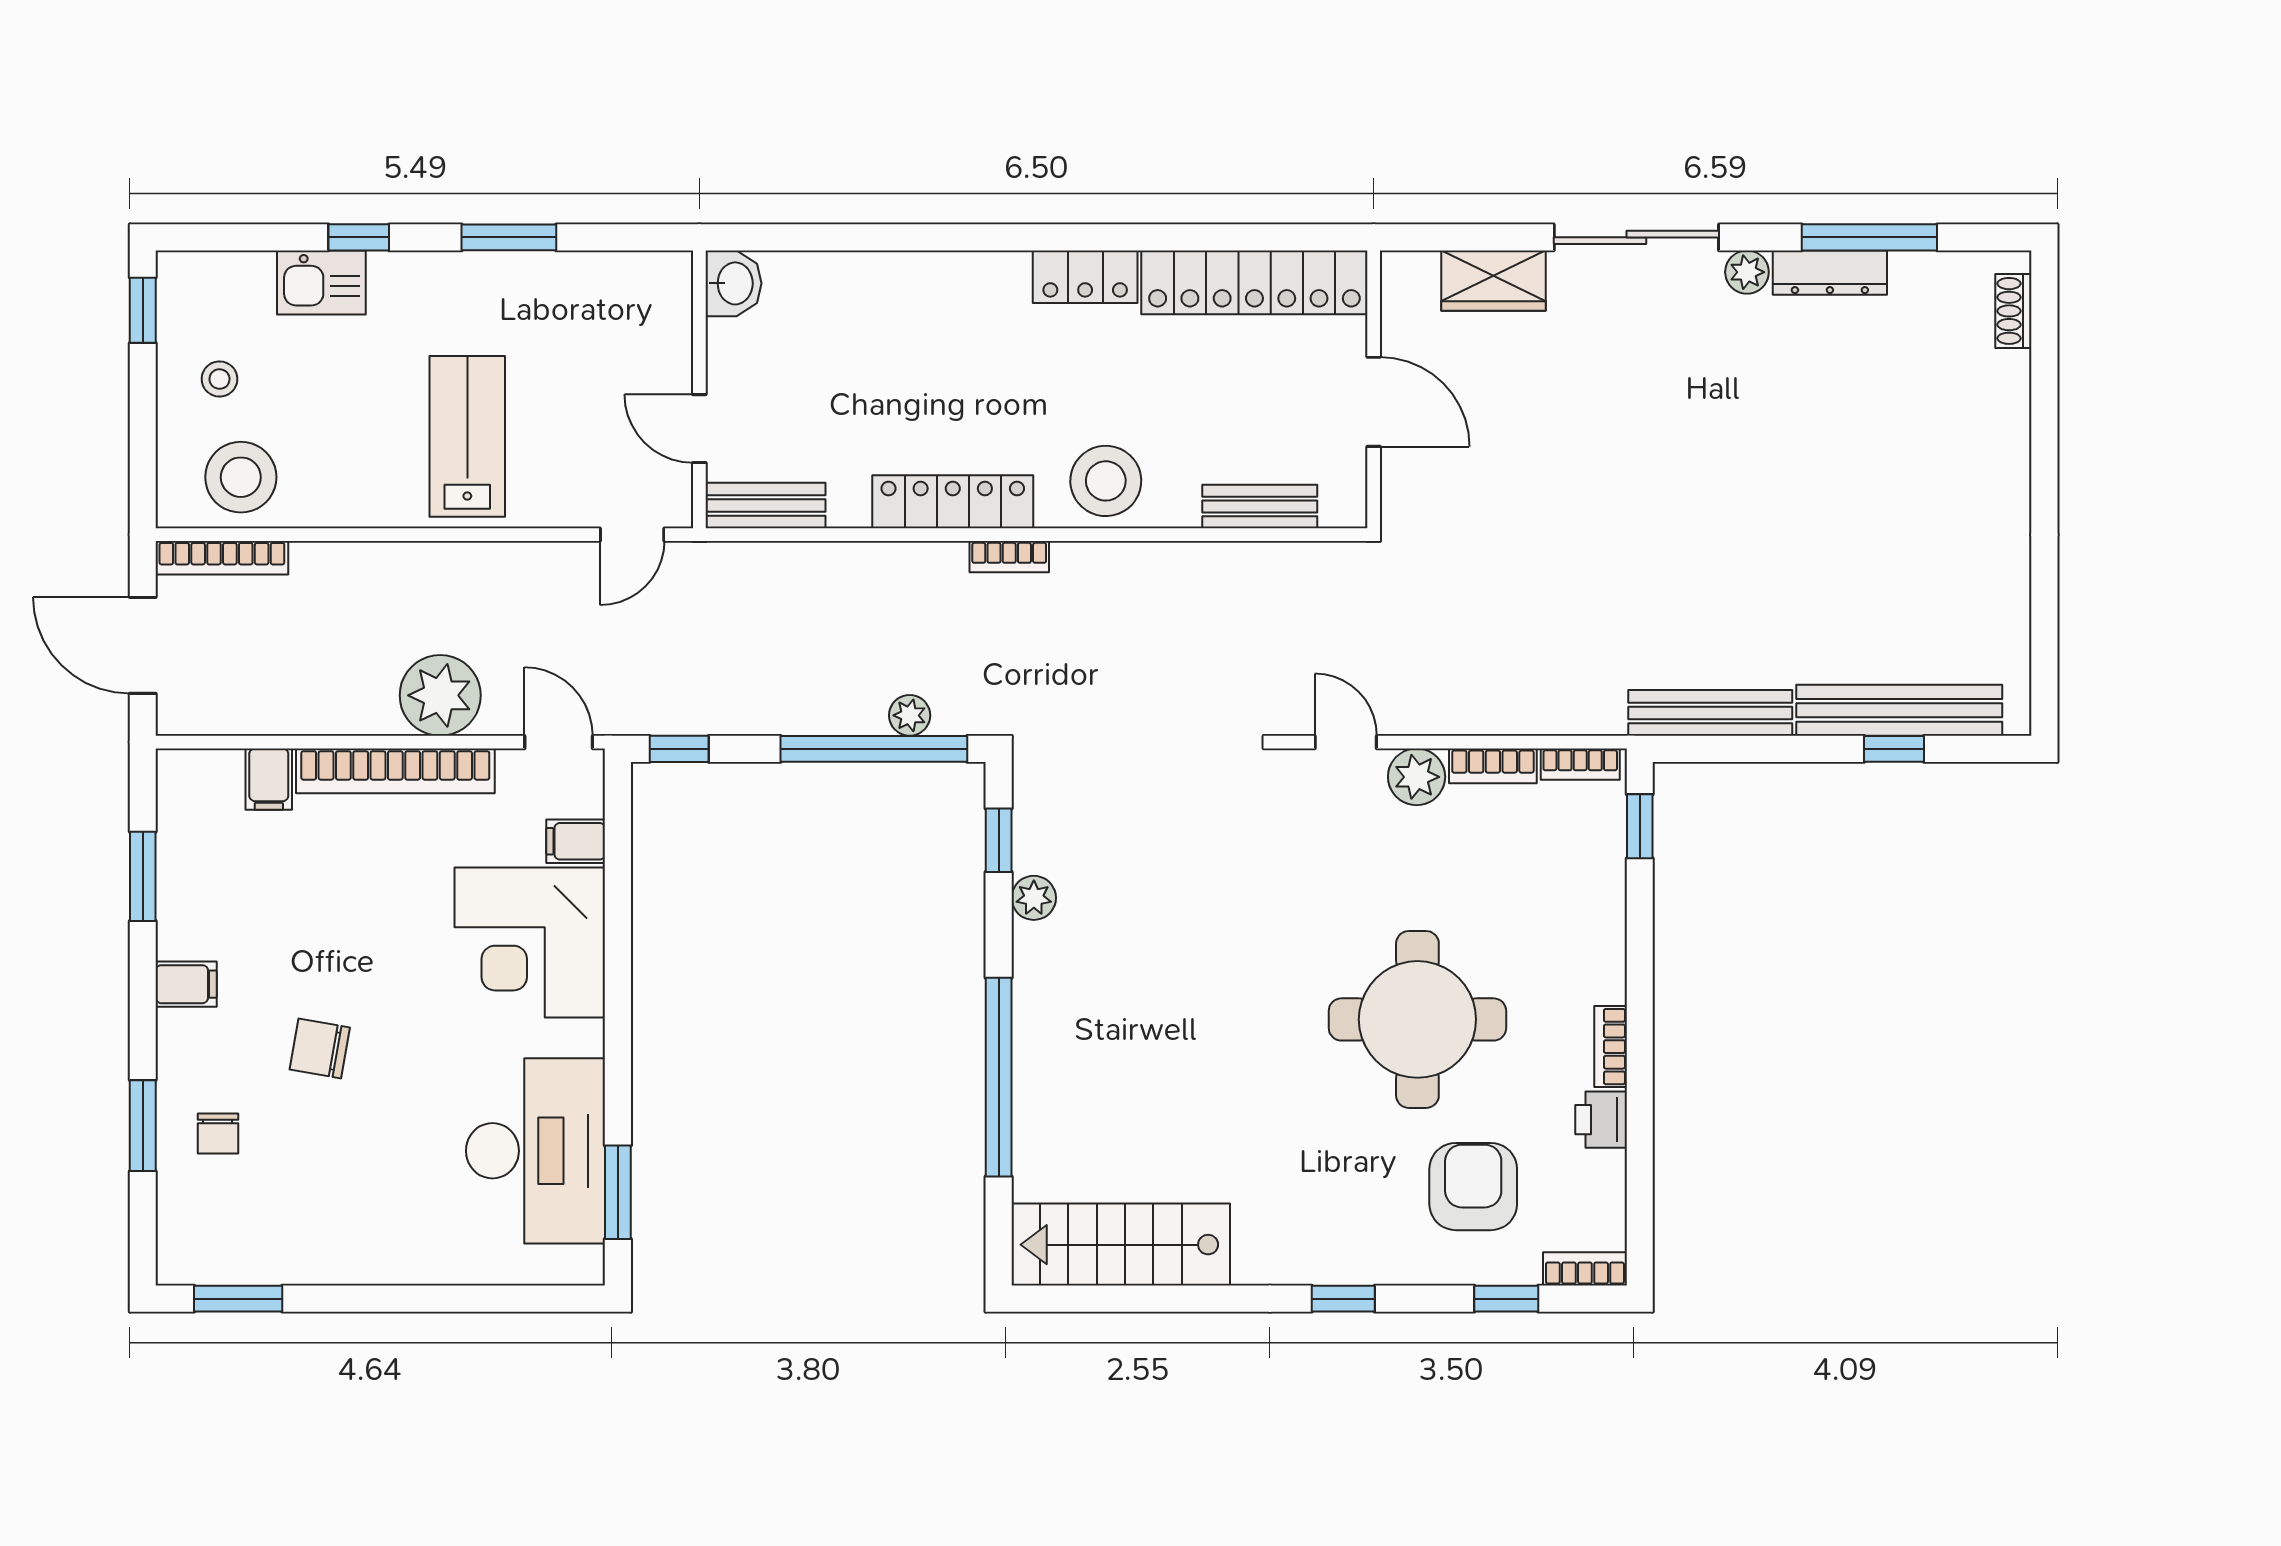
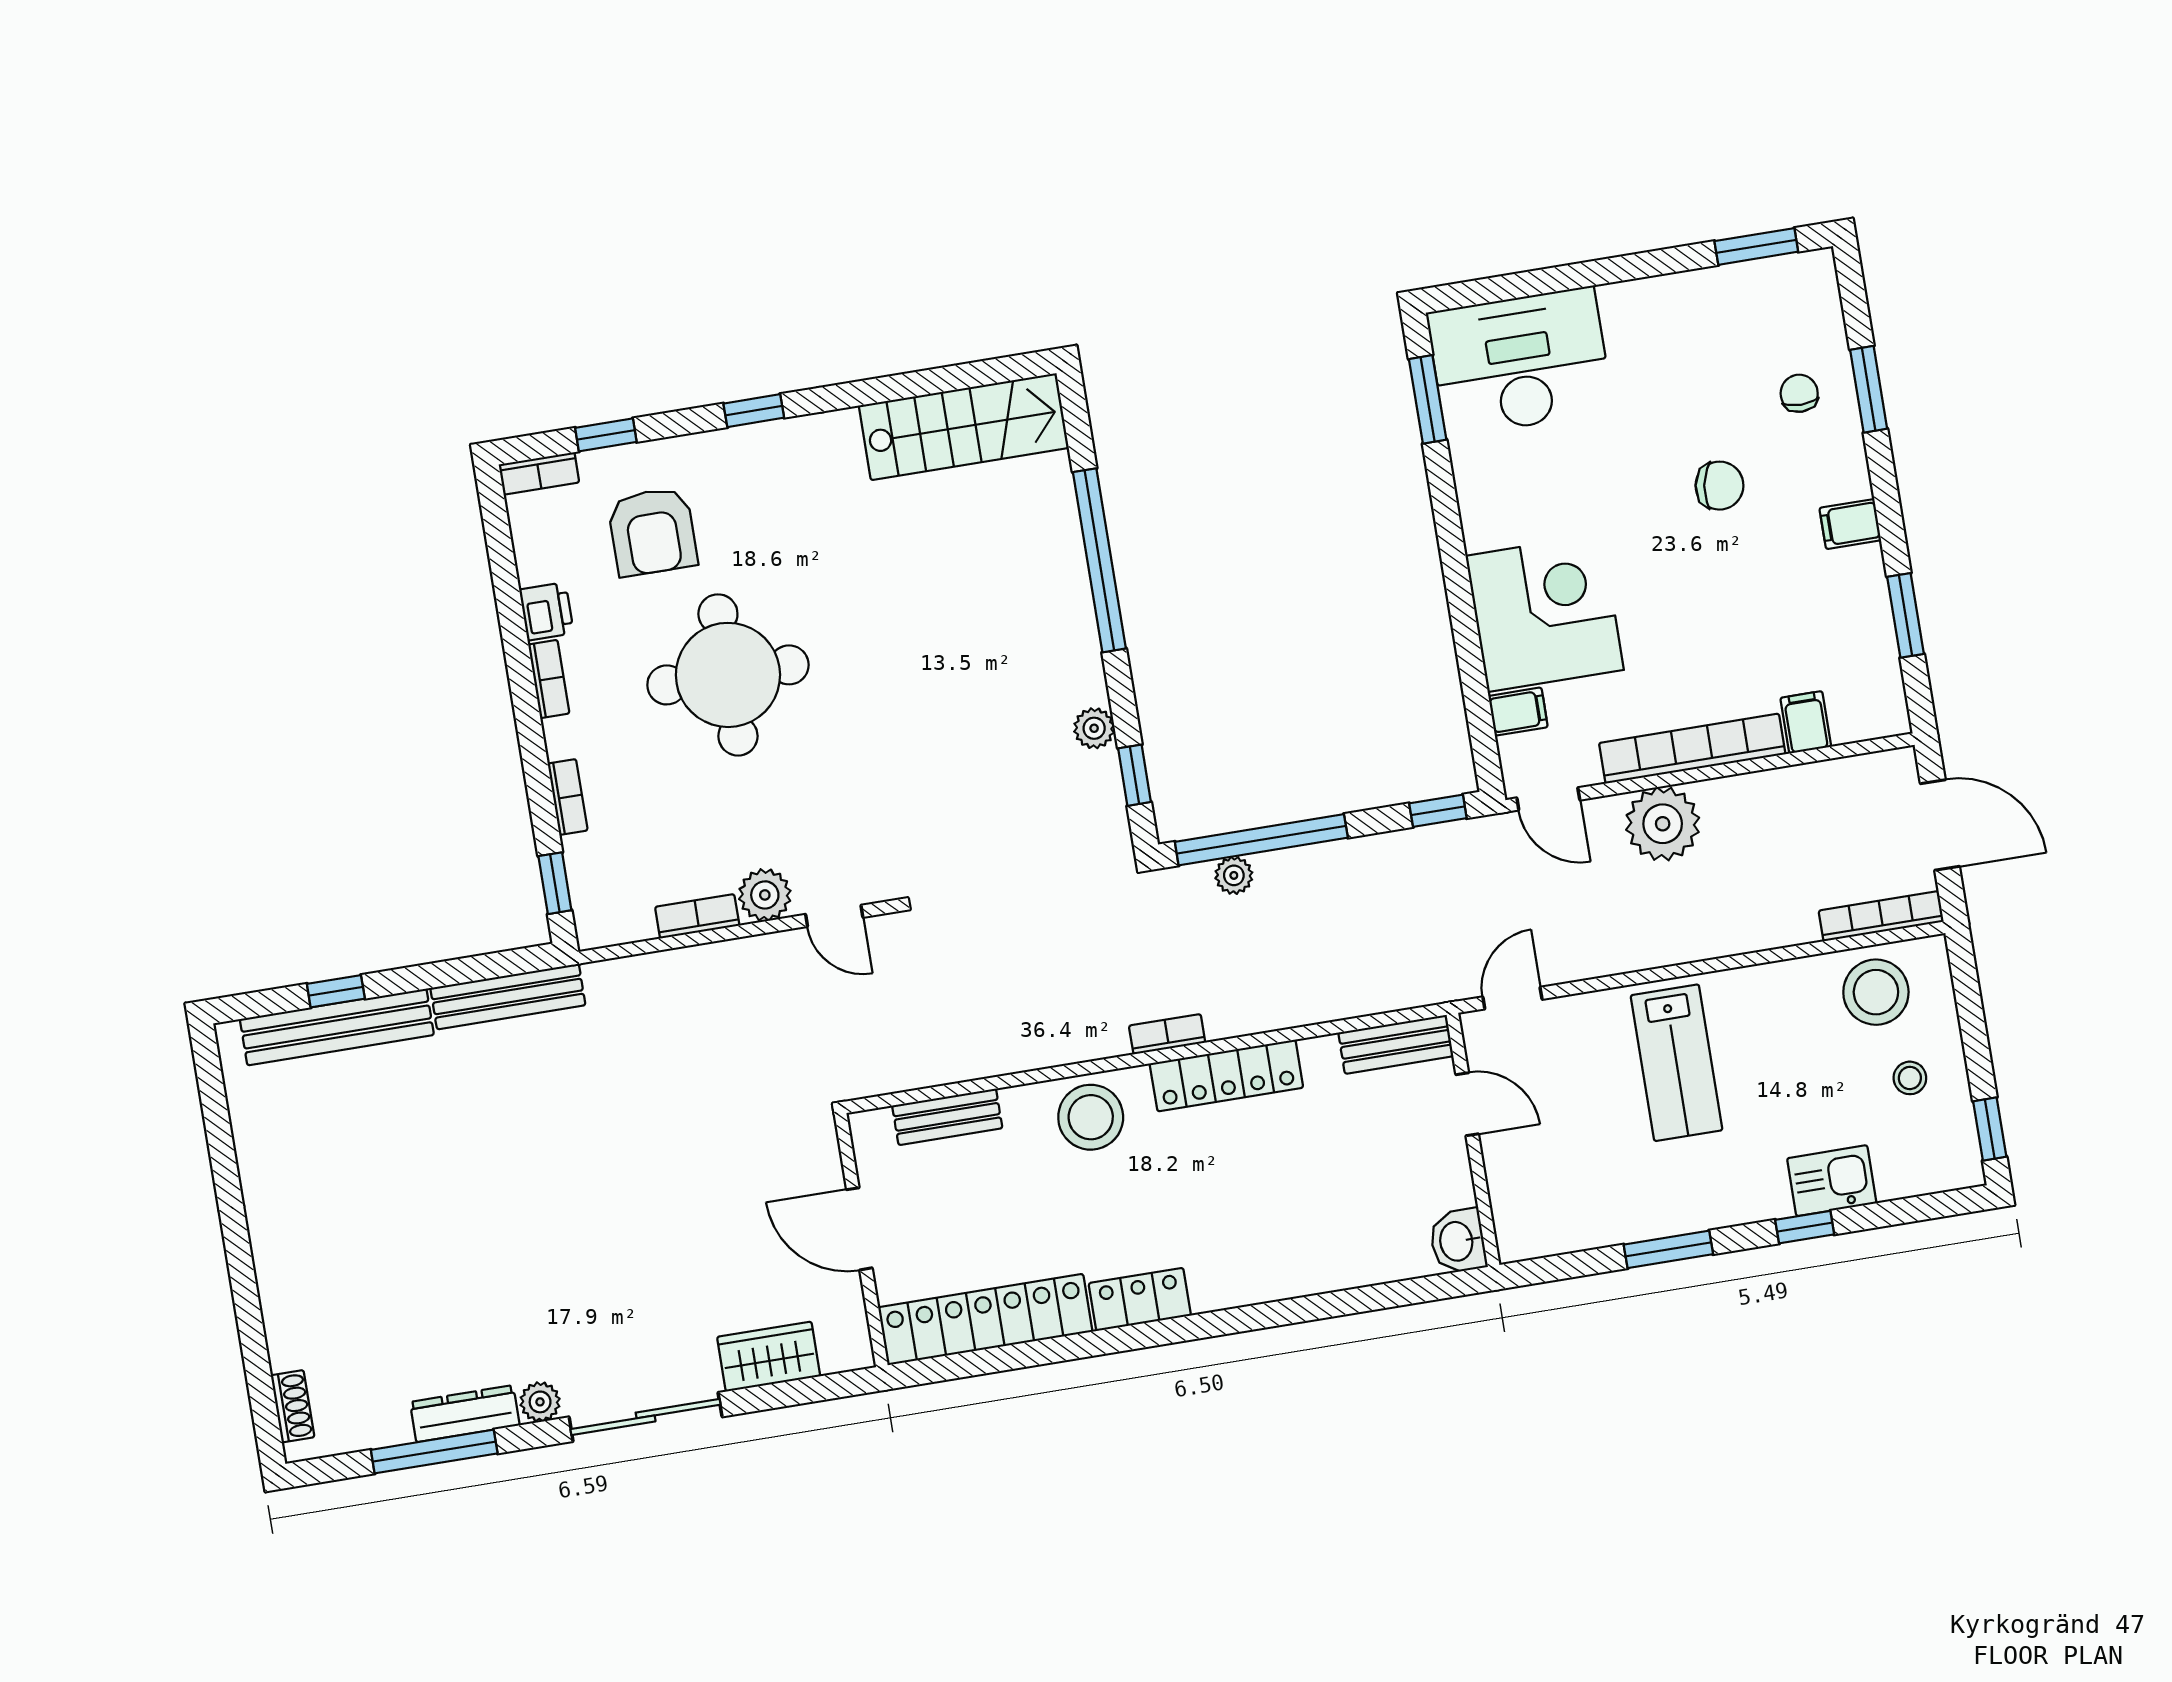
bookcase: (1580, 764) -> (568, 797), moved, turned 90
desk: (535, 1151) -> (1520, 362), moved, turned 90

